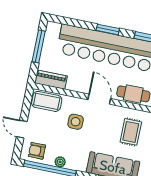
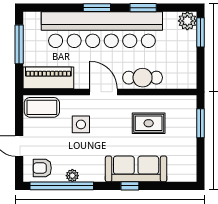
piano: (51, 80) -> (48, 78), width x1.37, depth x1.33
rug: (131, 132) -> (149, 123), turned 90

